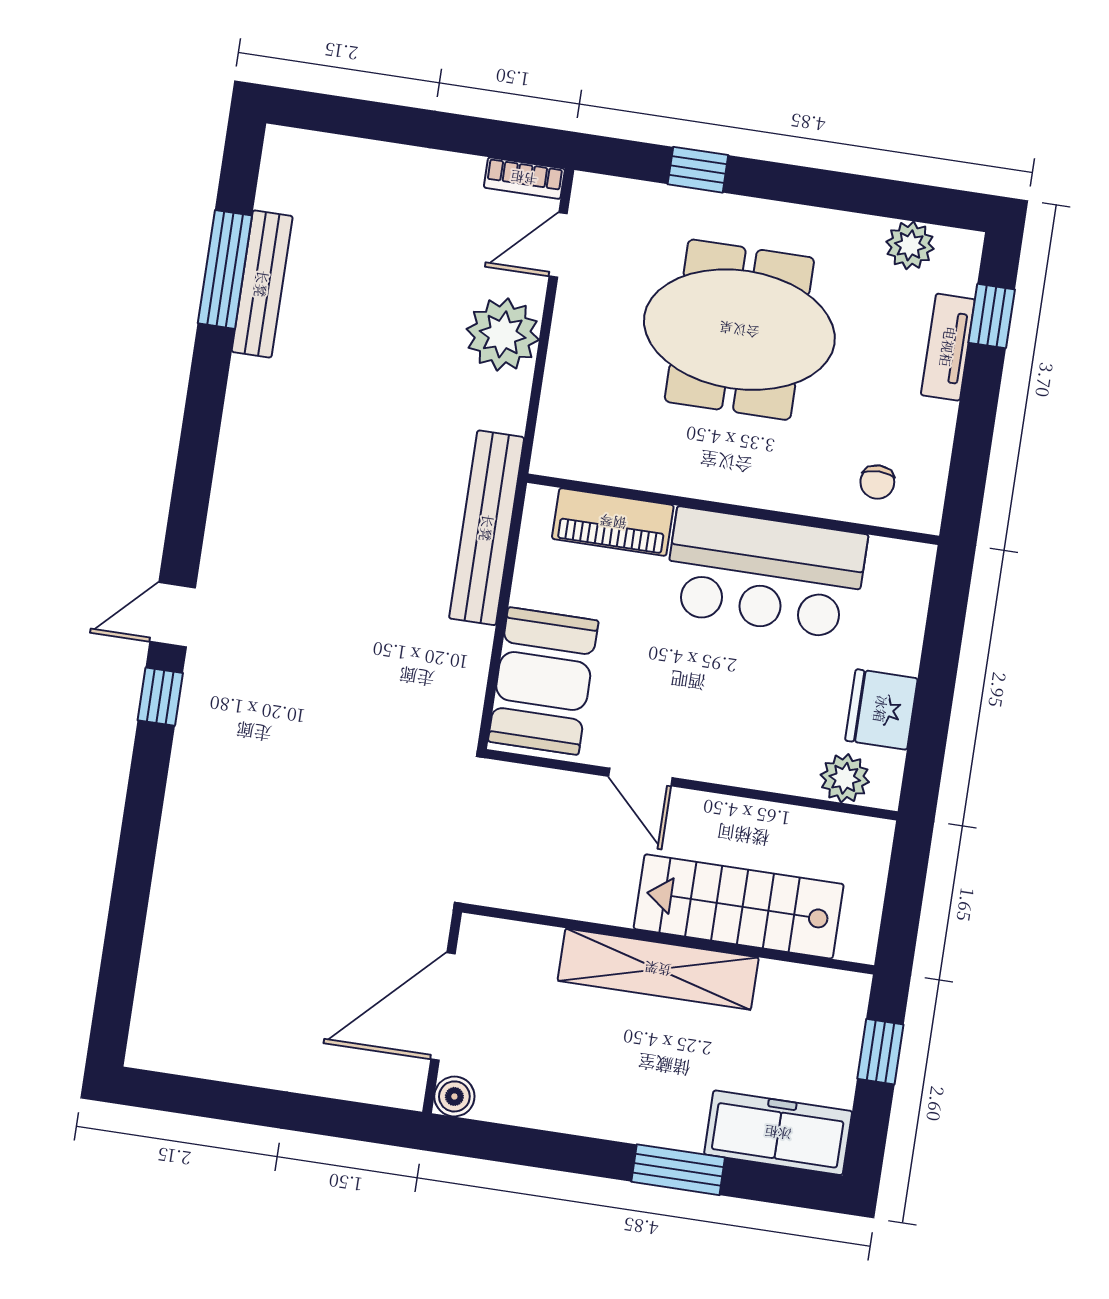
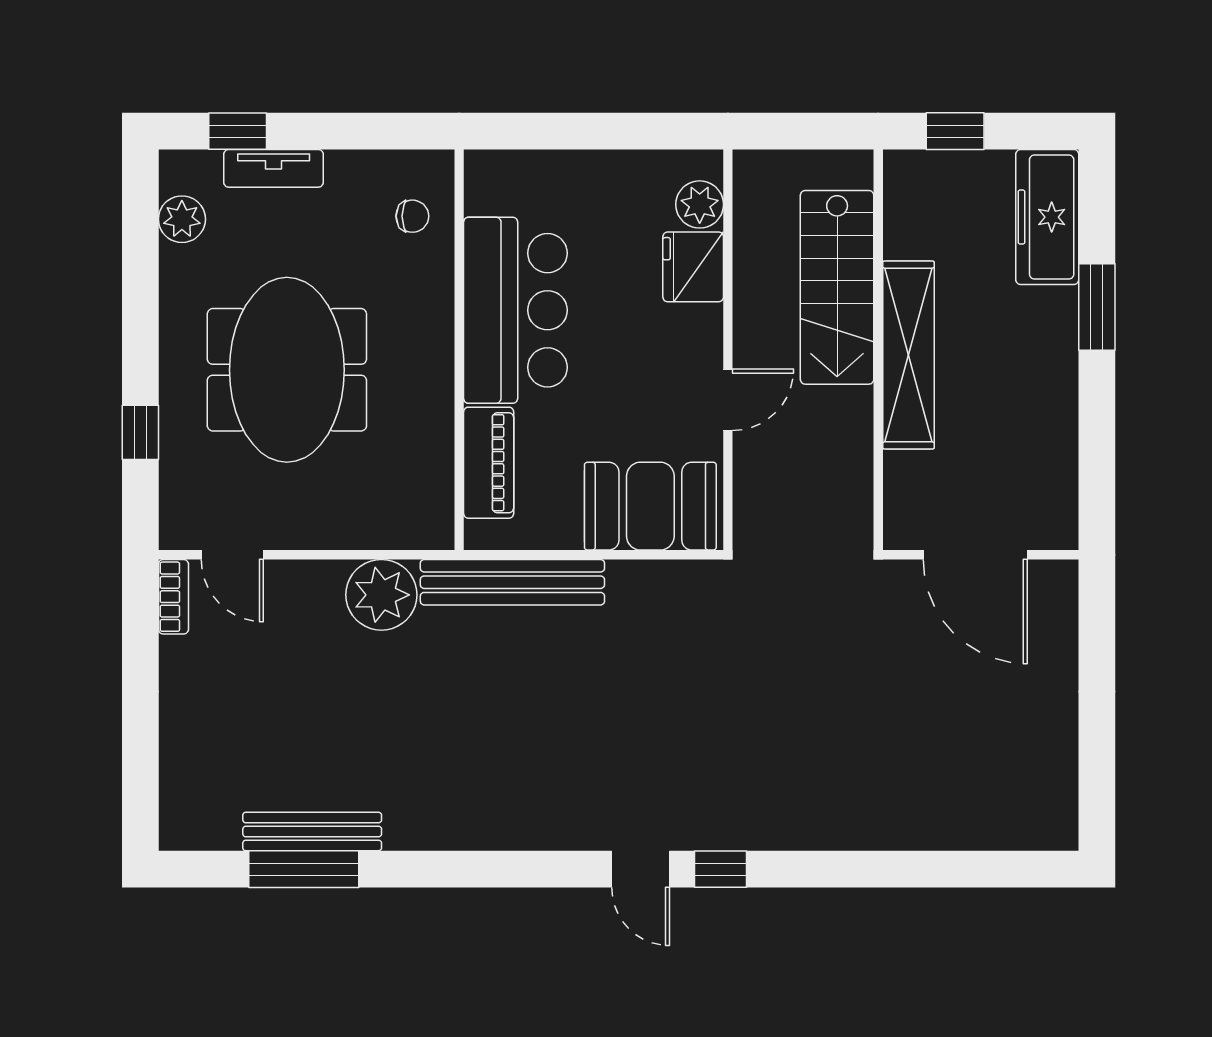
plant: (503, 334) -> (381, 595), moved
fridge: (881, 709) -> (693, 267), moved, turned 90
boiler: (454, 1096) -> (1059, 531), removed

